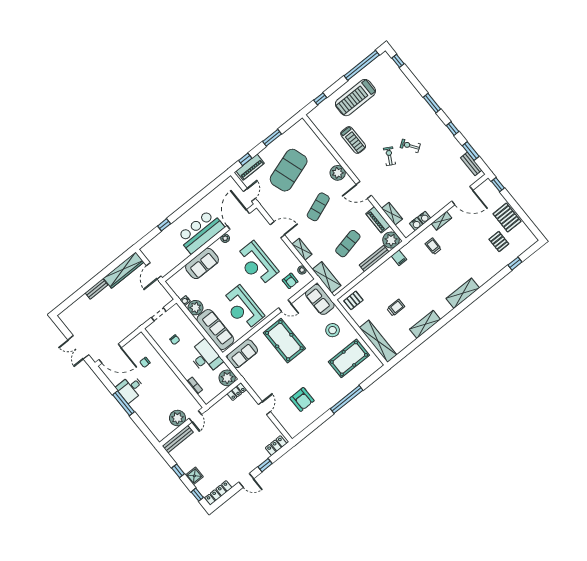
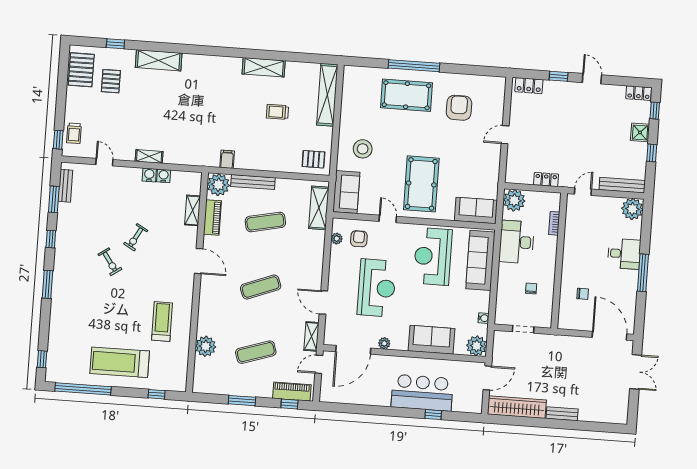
treadmill: (355, 98) -> (120, 362), turned 180
exercise bike: (389, 156) -> (136, 237), moved
exercise mat: (289, 170) -> (256, 352), width x0.50, depth x0.69
plant: (338, 173) -> (206, 346), moved
door: (462, 196) -> (104, 162), width x0.53
pallet: (507, 218) -> (81, 70), moved
water cooler: (416, 224) -> (149, 175), moved
bar counter: (201, 232) -> (422, 393), moved, turned 180
trolley: (433, 246) -> (74, 133), moved
shelving: (302, 249) -> (311, 336), moved
shelving: (463, 293) -> (159, 60), moved
plant: (195, 308) -> (477, 346), moved
reception desk: (242, 308) -> (433, 256), turned 180
pool table: (349, 358) -> (406, 95), moved
desk: (130, 389) -> (624, 254), moved
locker: (237, 392) -> (546, 179), moved
plant: (177, 418) -> (632, 209), moved
locker: (218, 493) -> (639, 93), width x0.66

